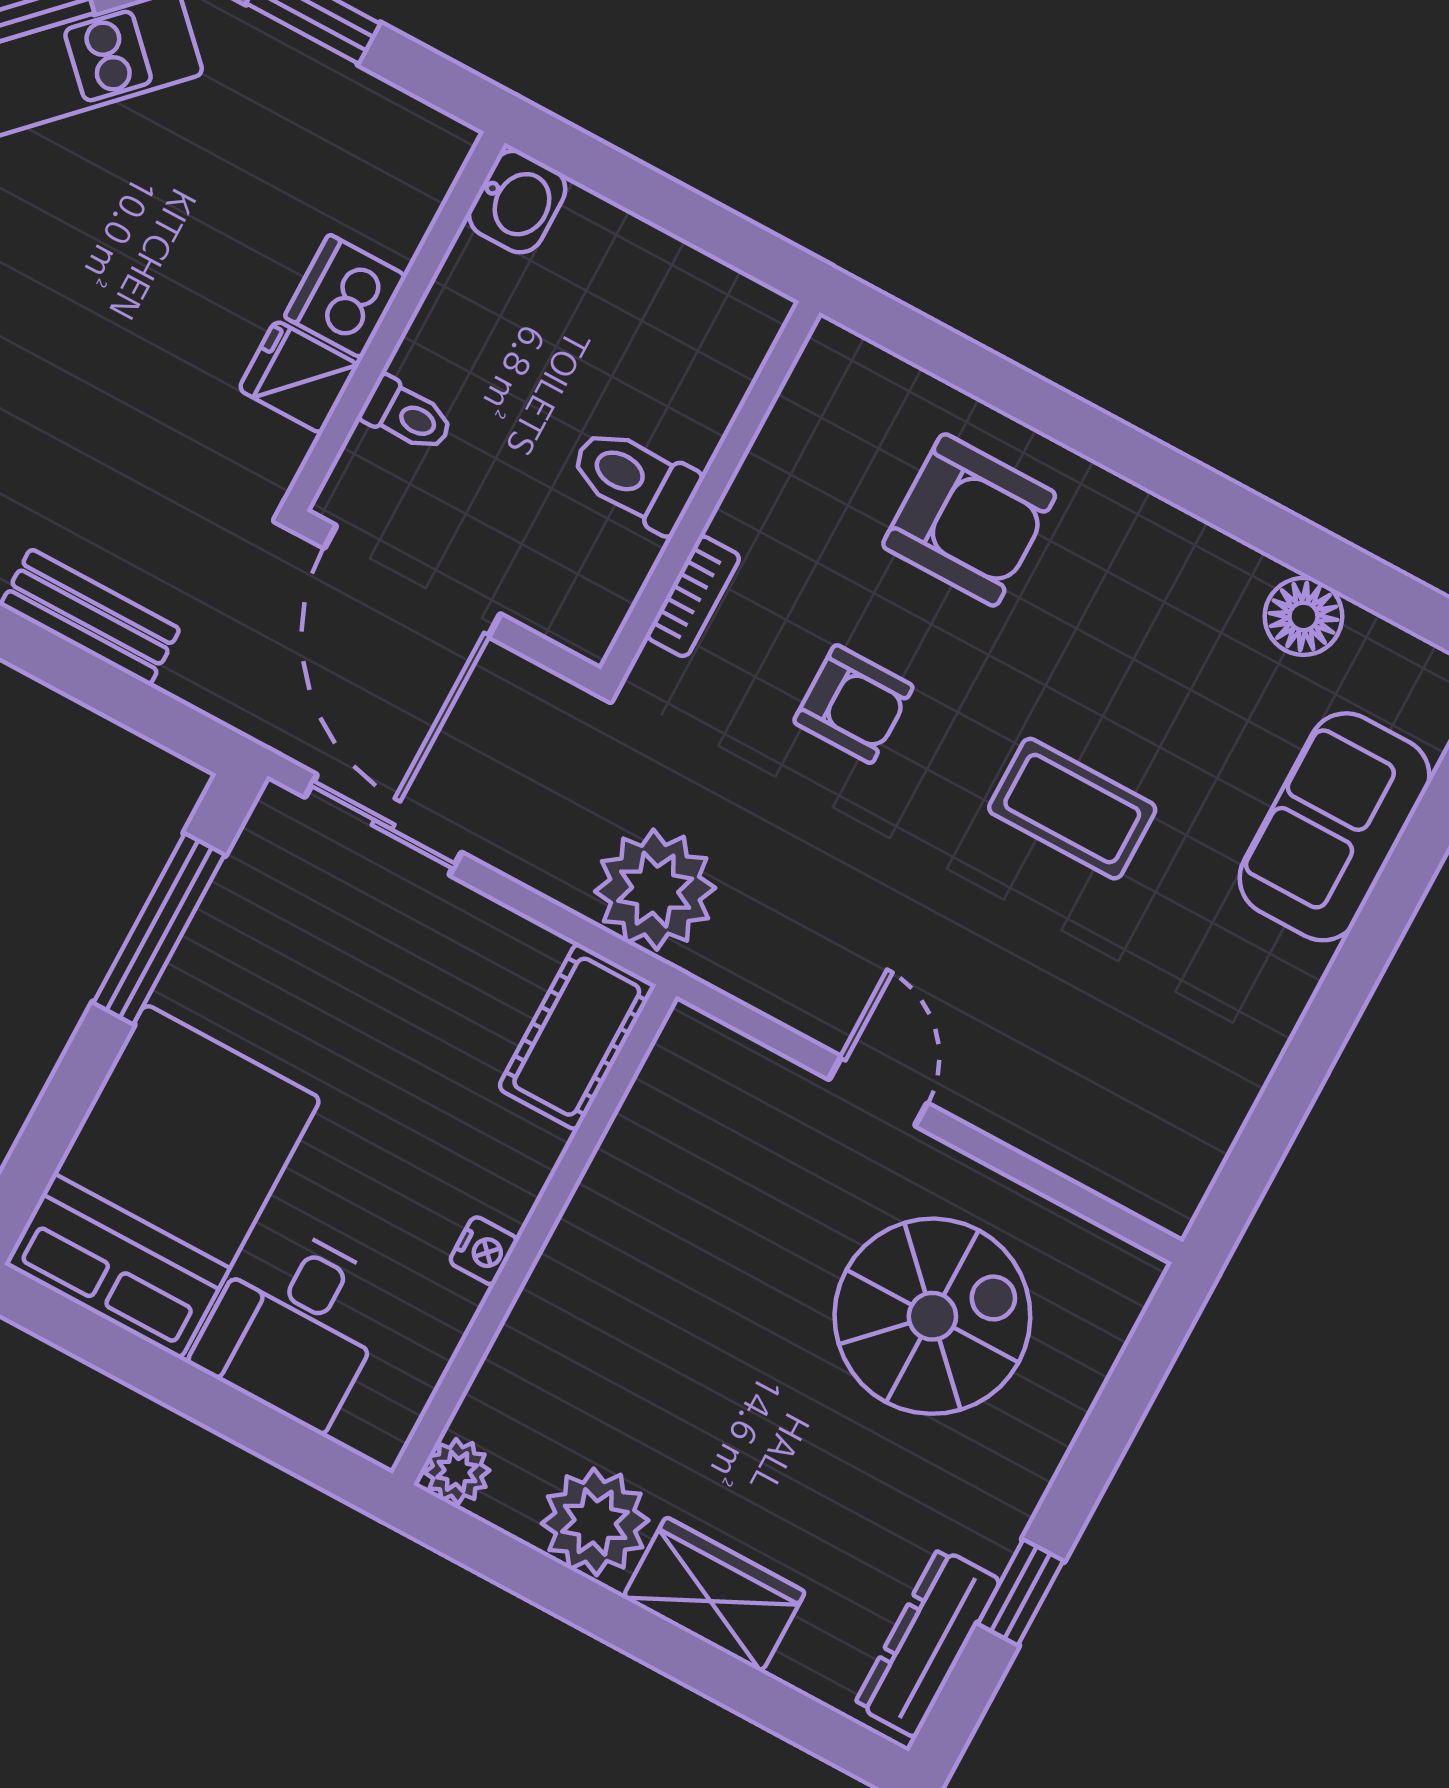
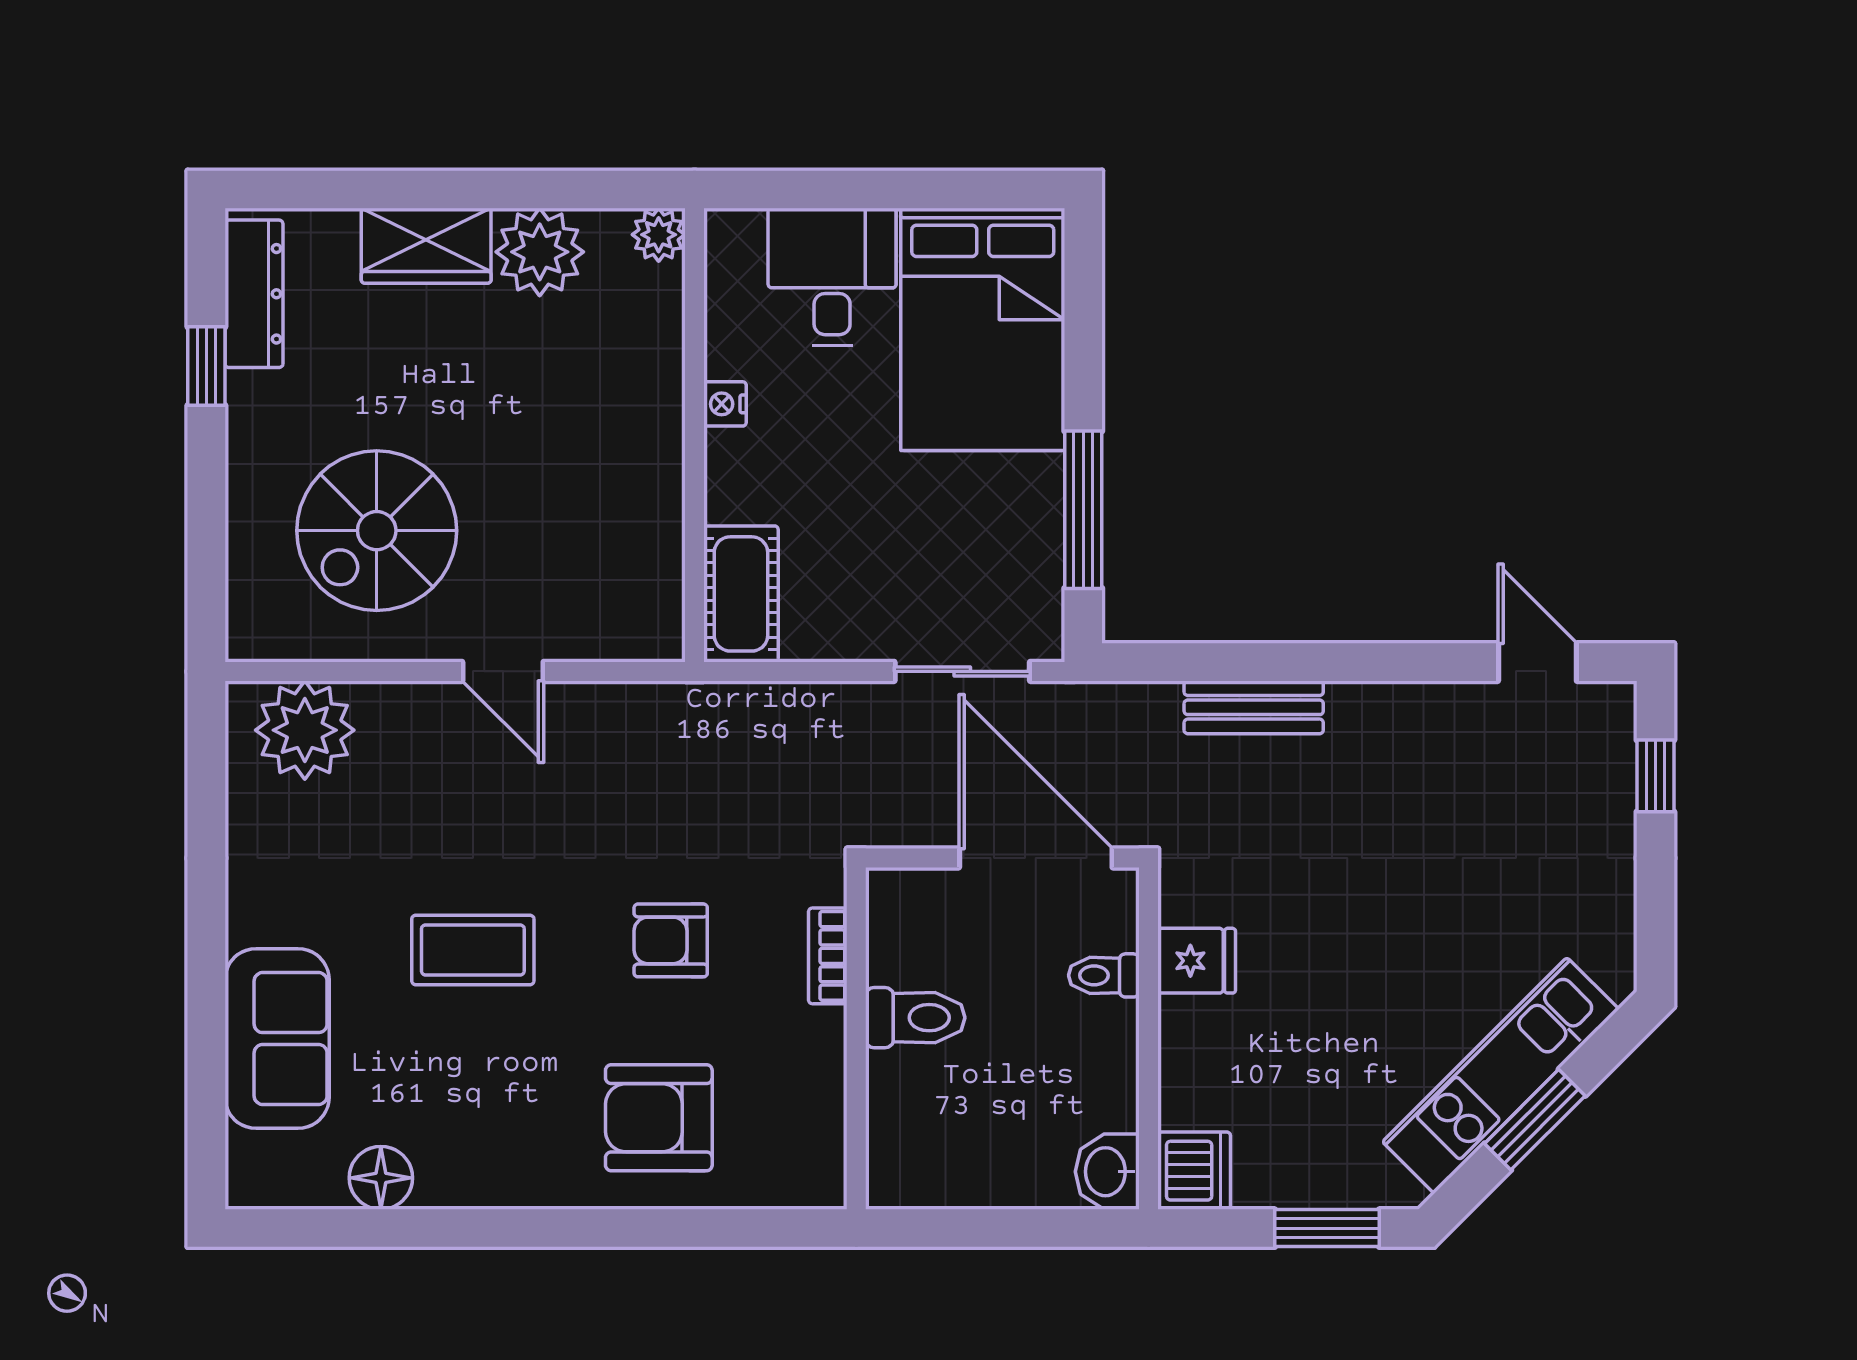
dishwasher: (345, 296) -> (1194, 1171), moved
plant: (655, 890) -> (305, 730), moved

